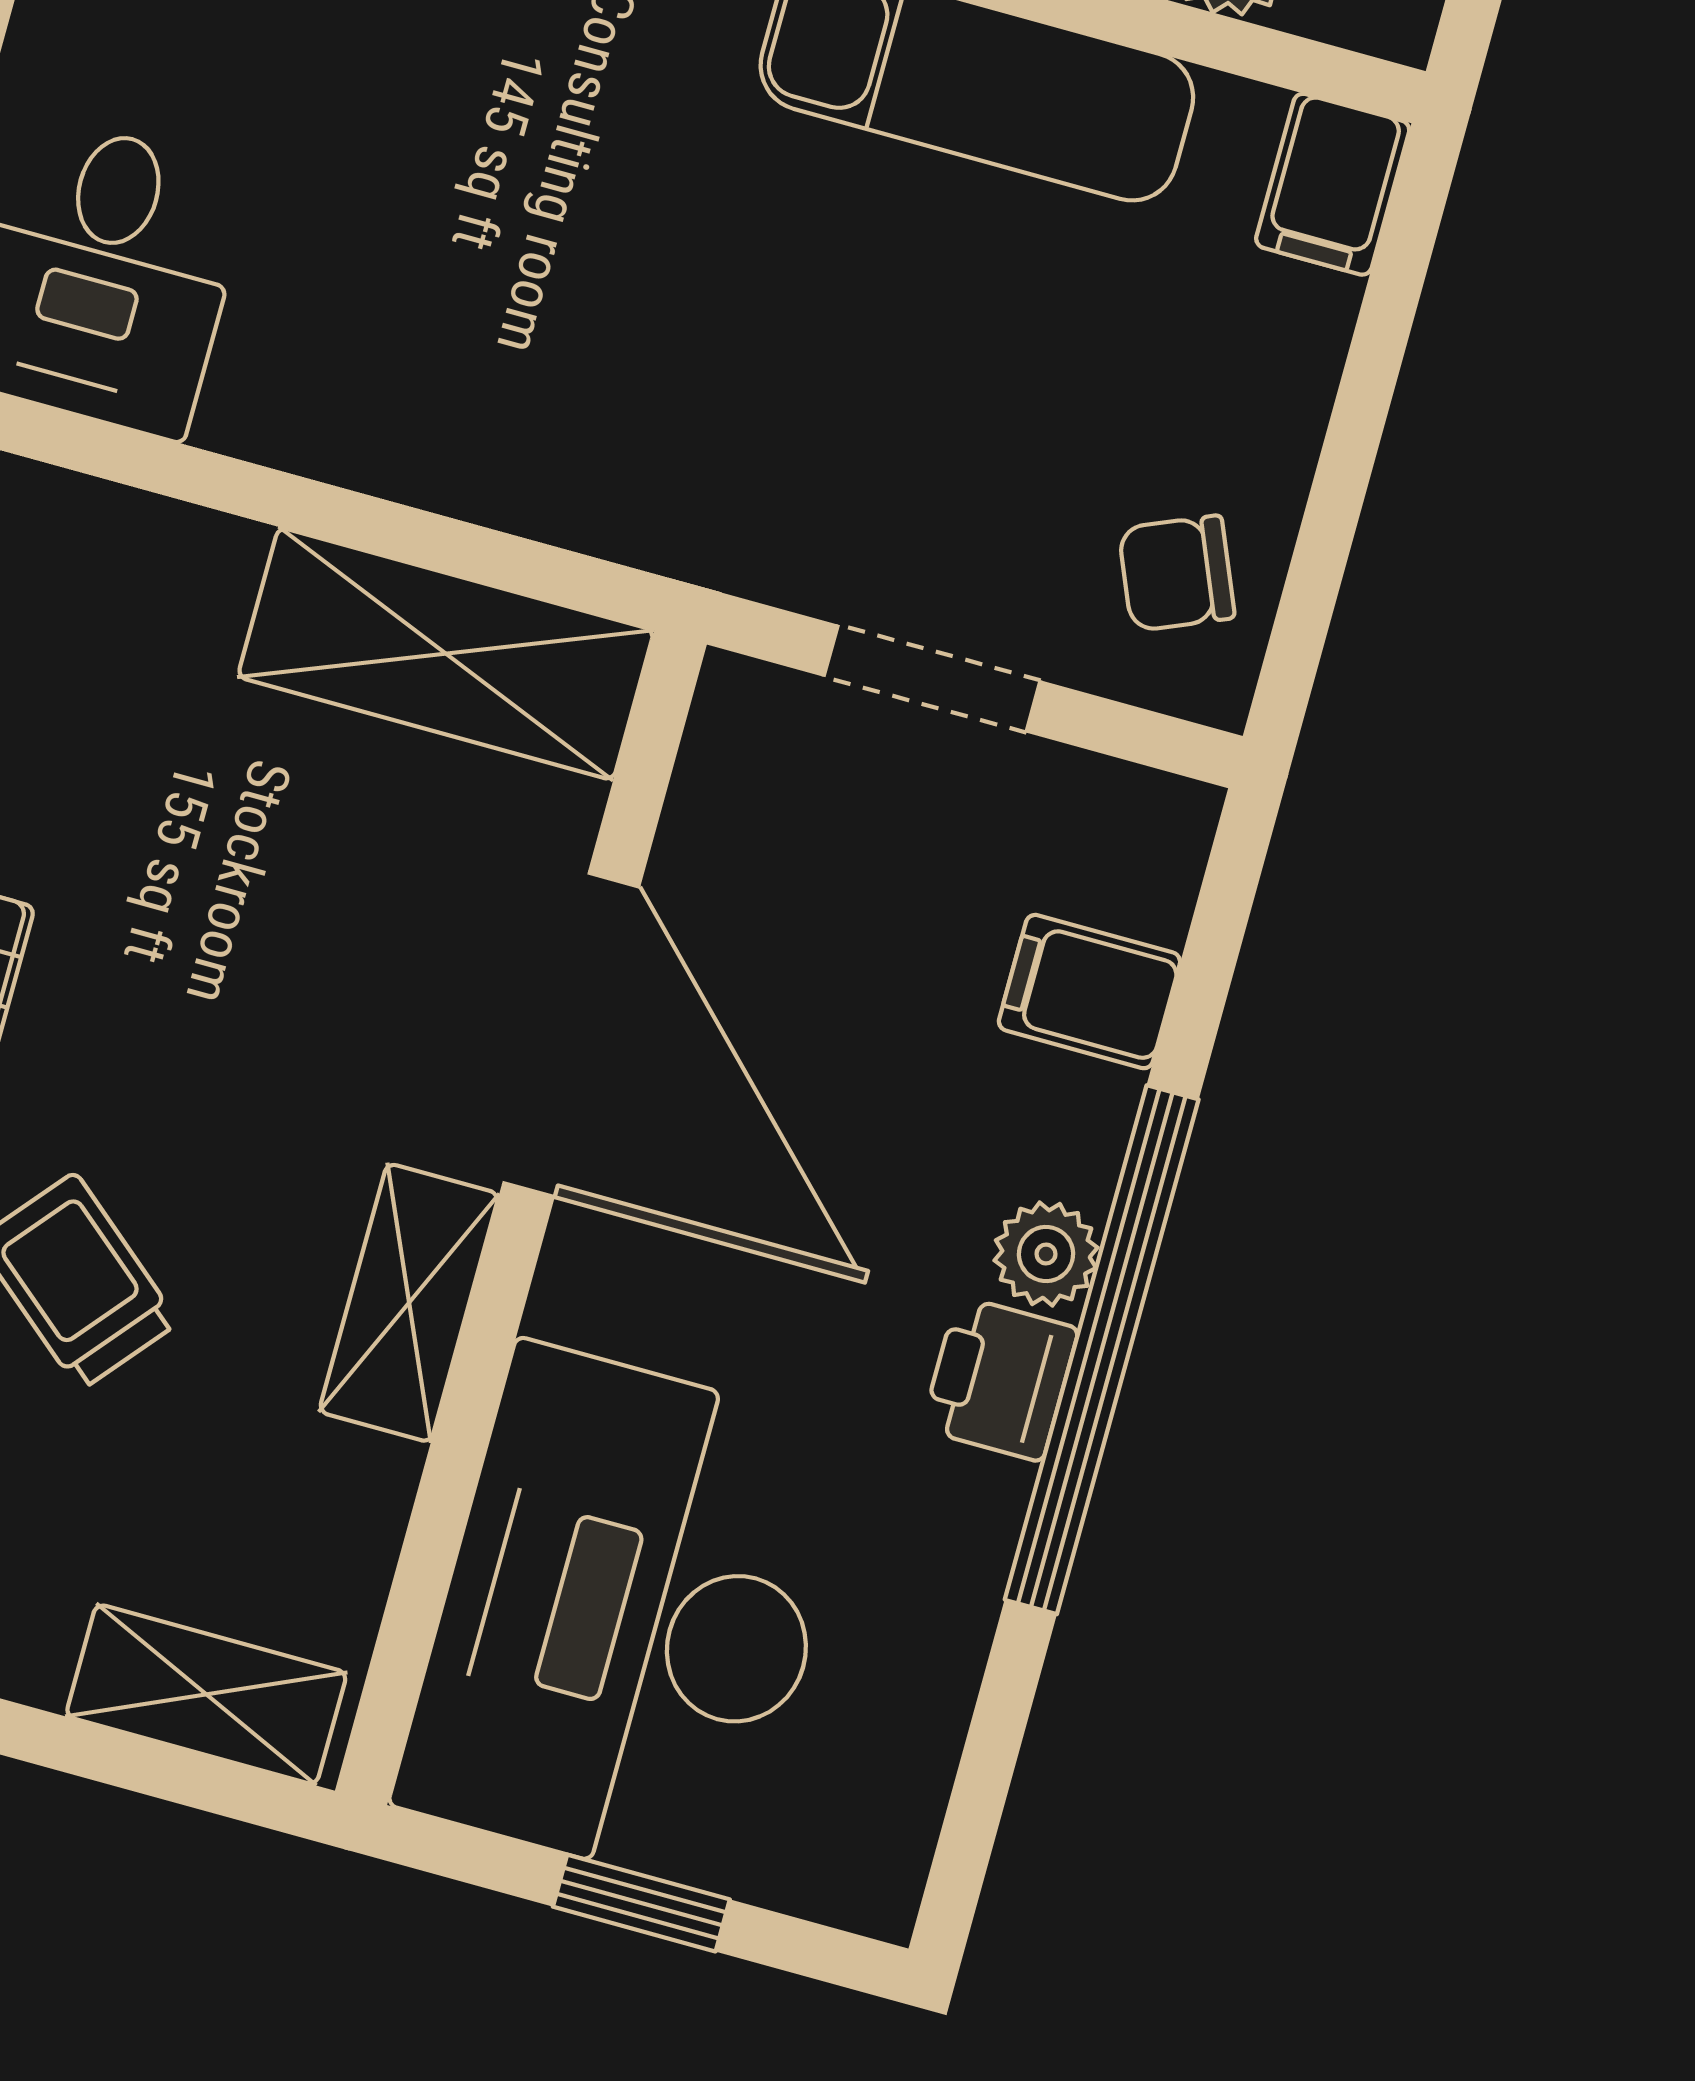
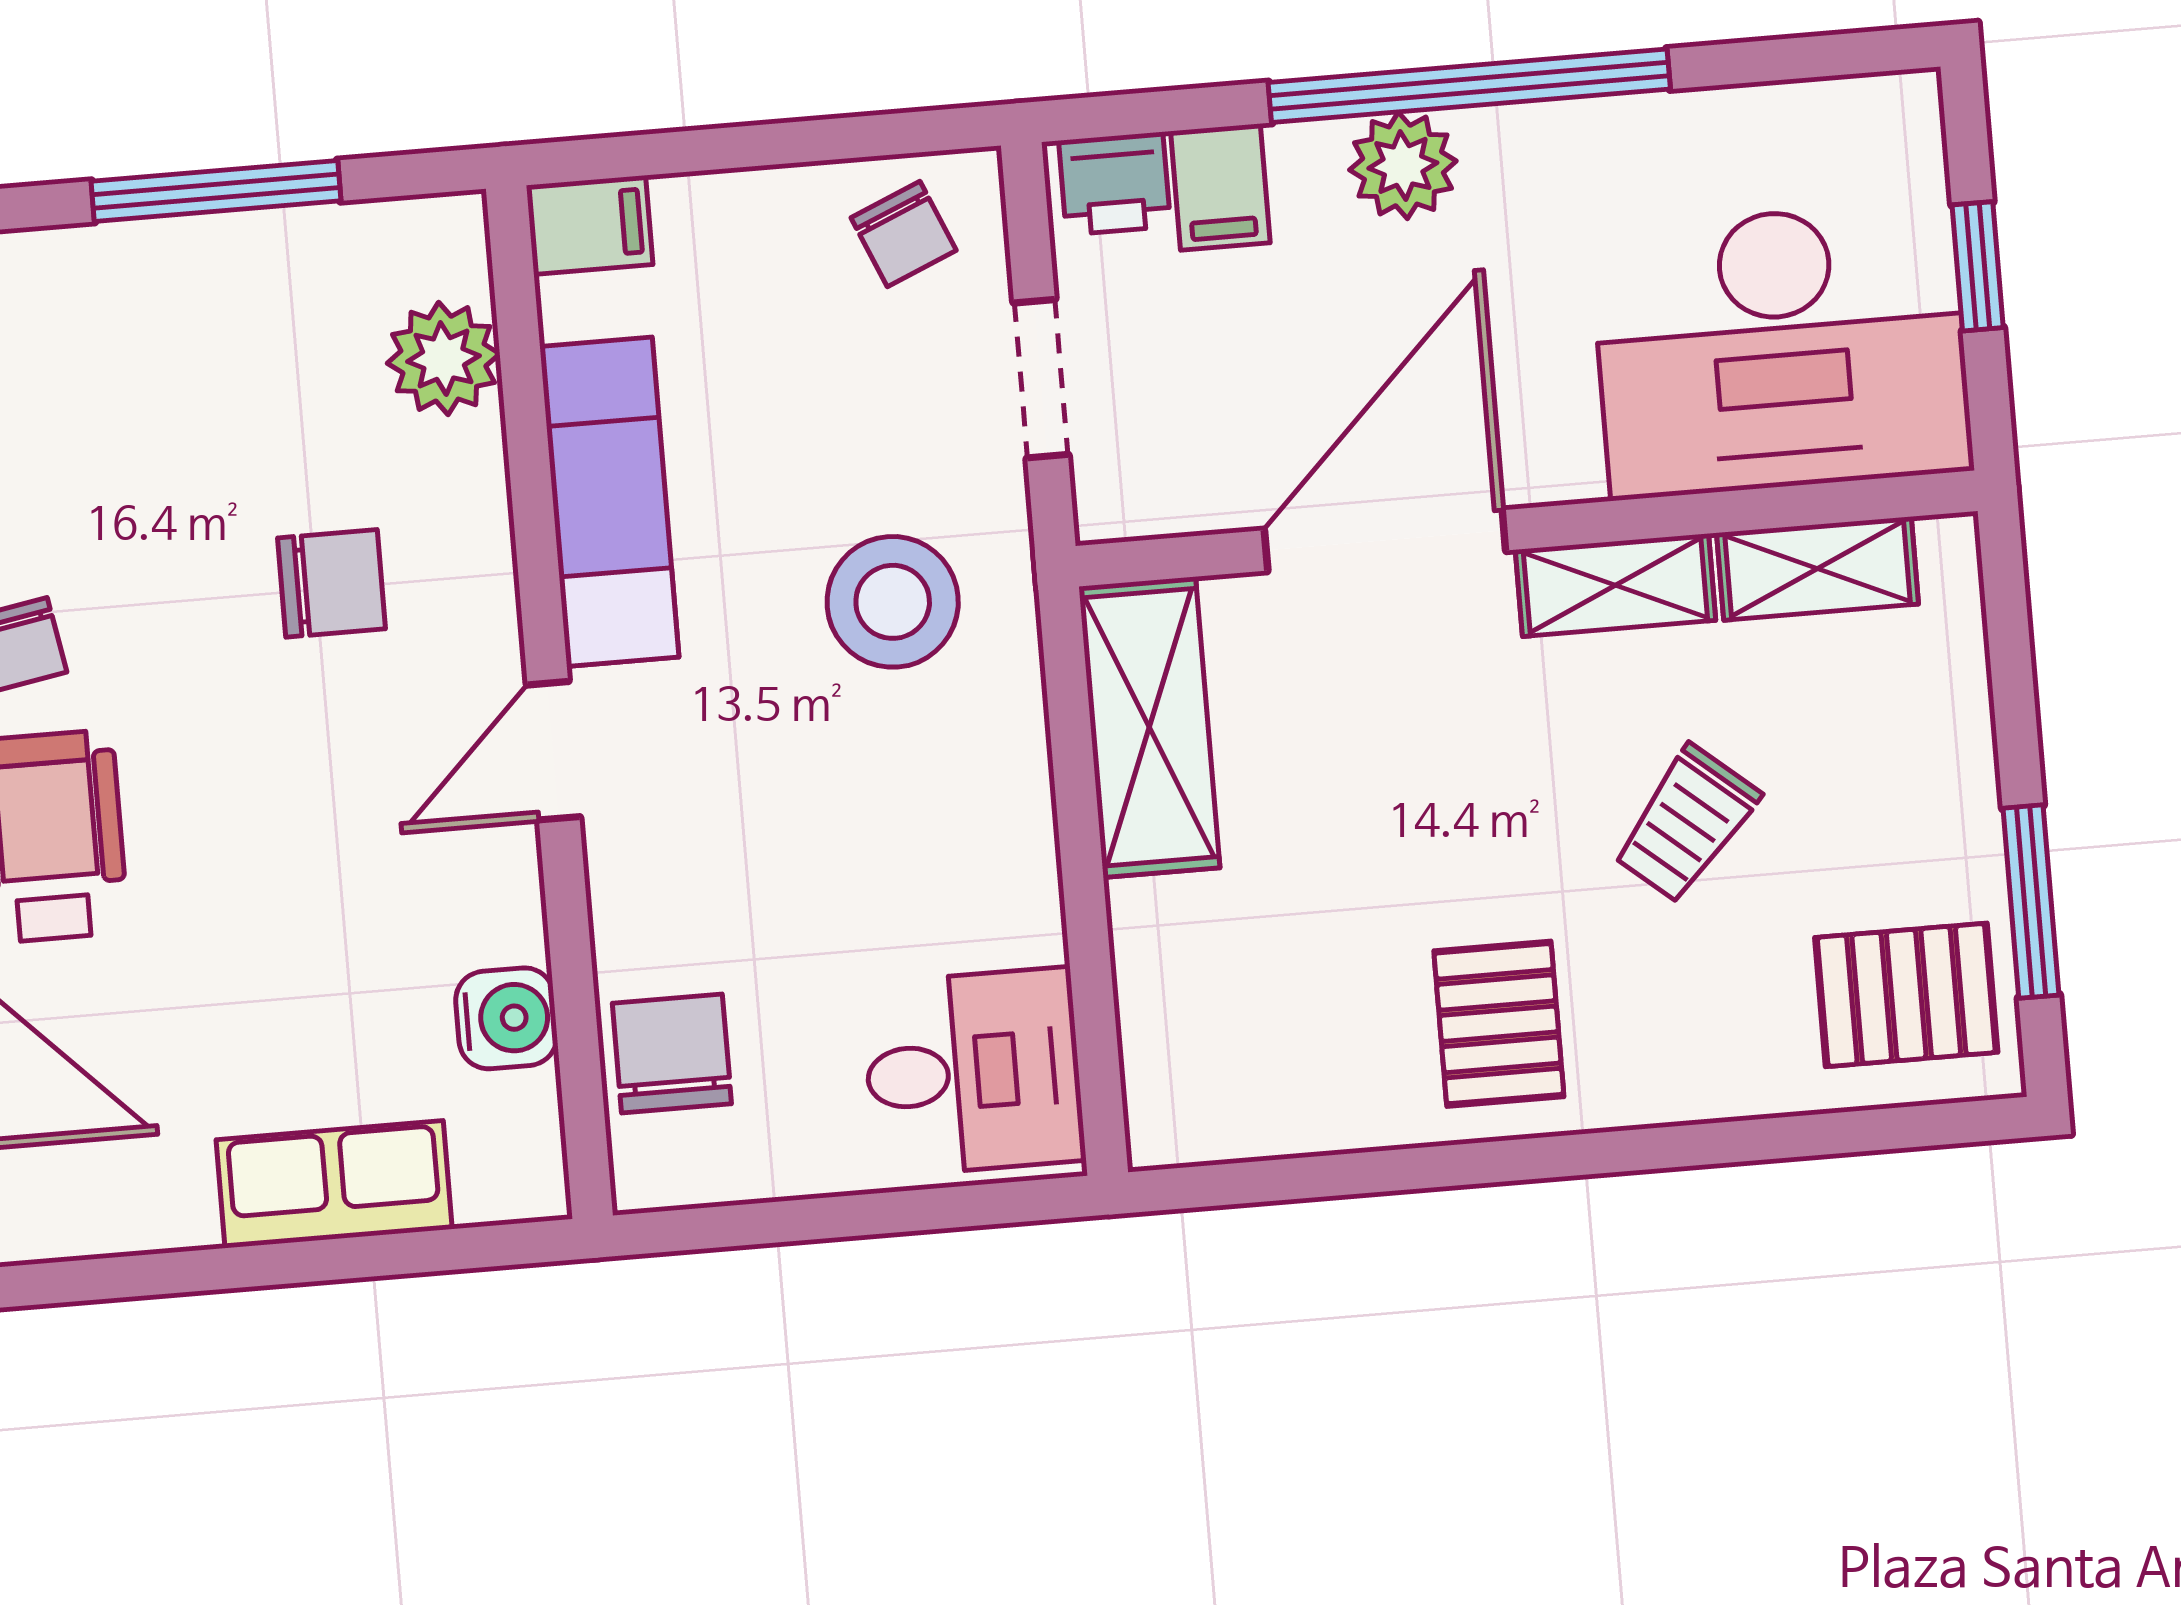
stool: (721, 390) -> (893, 602), added
plant: (1046, 1254) -> (1403, 165), width x1.38, depth x1.38
printer: (1000, 1379) -> (1115, 184), moved
shelving: (206, 1694) -> (1817, 569), moved, turned 90

